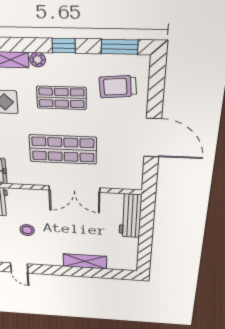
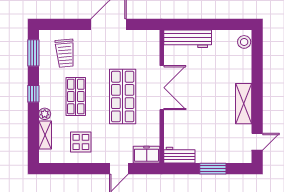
stool: (27, 230) -> (244, 42), moved
shelving: (85, 261) -> (244, 104), moved

